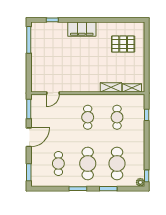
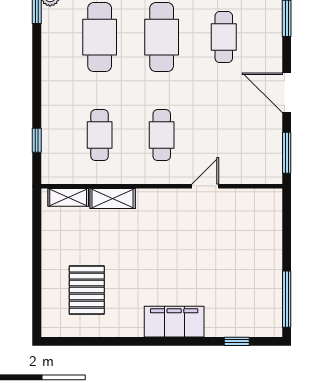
pallet: (123, 44) -> (87, 290), turned 90
door: (53, 93) -> (205, 186), moved
door: (29, 137) -> (287, 93), hinge flipped

